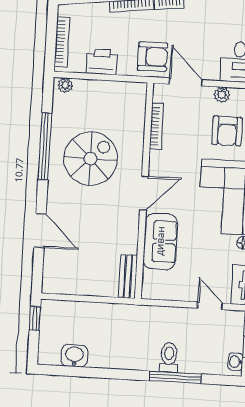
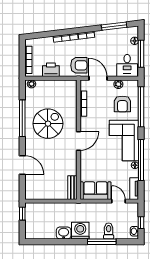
sofa: (160, 241) -> (96, 191), moved, turned -90
washing machine: (138, 355) -> (80, 231), added
washbasin: (74, 356) -> (64, 233), moved
toilet: (169, 357) -> (109, 231), moved

